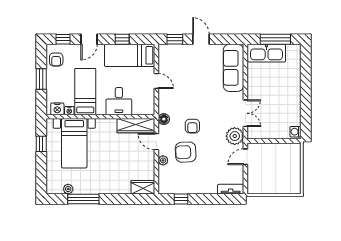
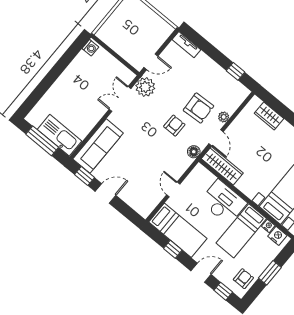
window: (175, 39) -> (85, 176), moved
door: (201, 39) -> (106, 193), swing flipped
desk: (119, 101) -> (223, 202), width x1.37
wardrobe: (143, 187) -> (269, 116), moved

